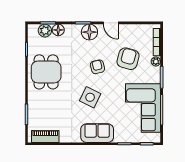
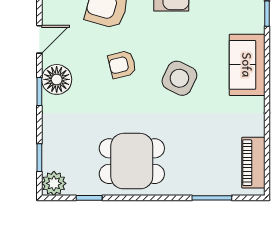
floor lamp: (58, 30) -> (53, 138), removed
plant: (45, 31) -> (54, 183), moved

